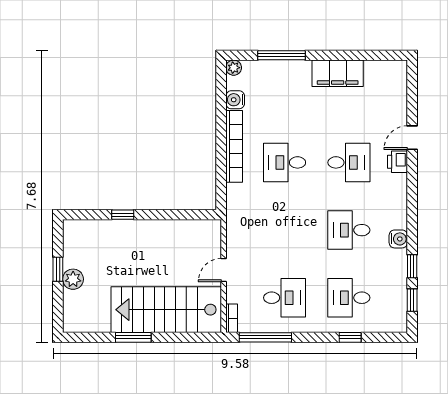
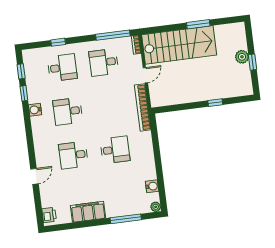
bookcase: (234, 146) -> (143, 107), moved
printer: (398, 162) -> (49, 215), moved
desk: (349, 230) -> (68, 111), turned 180

